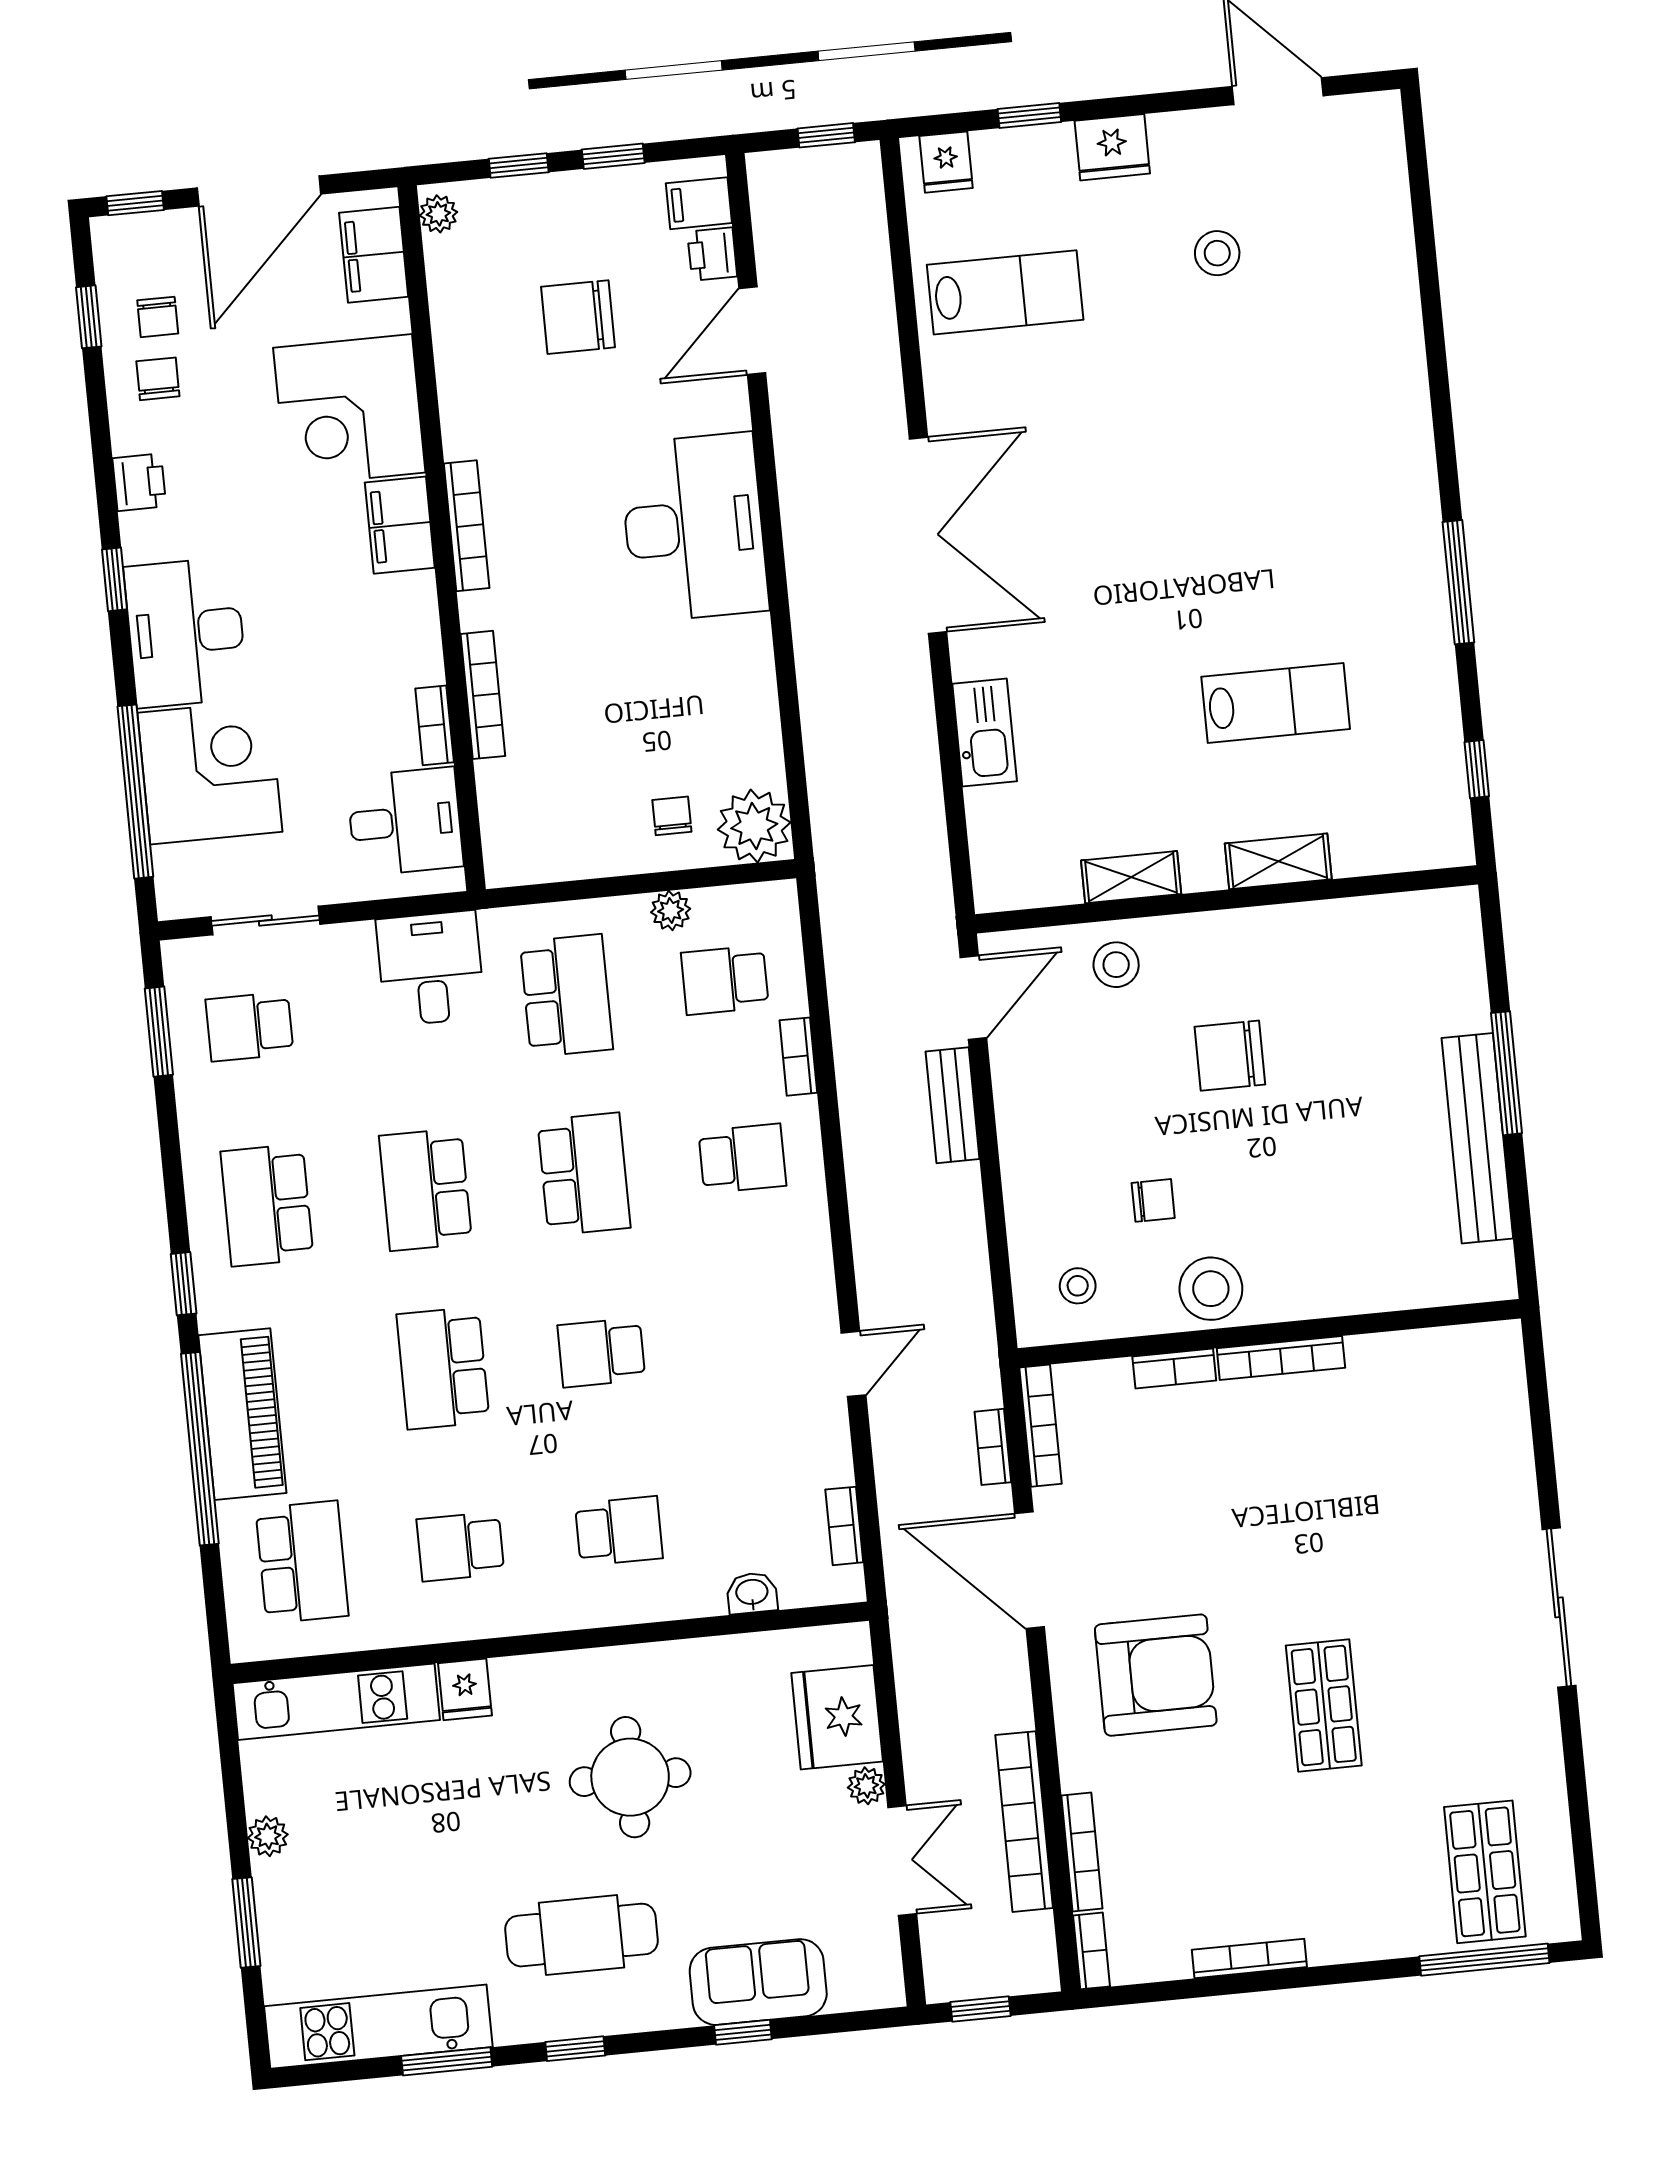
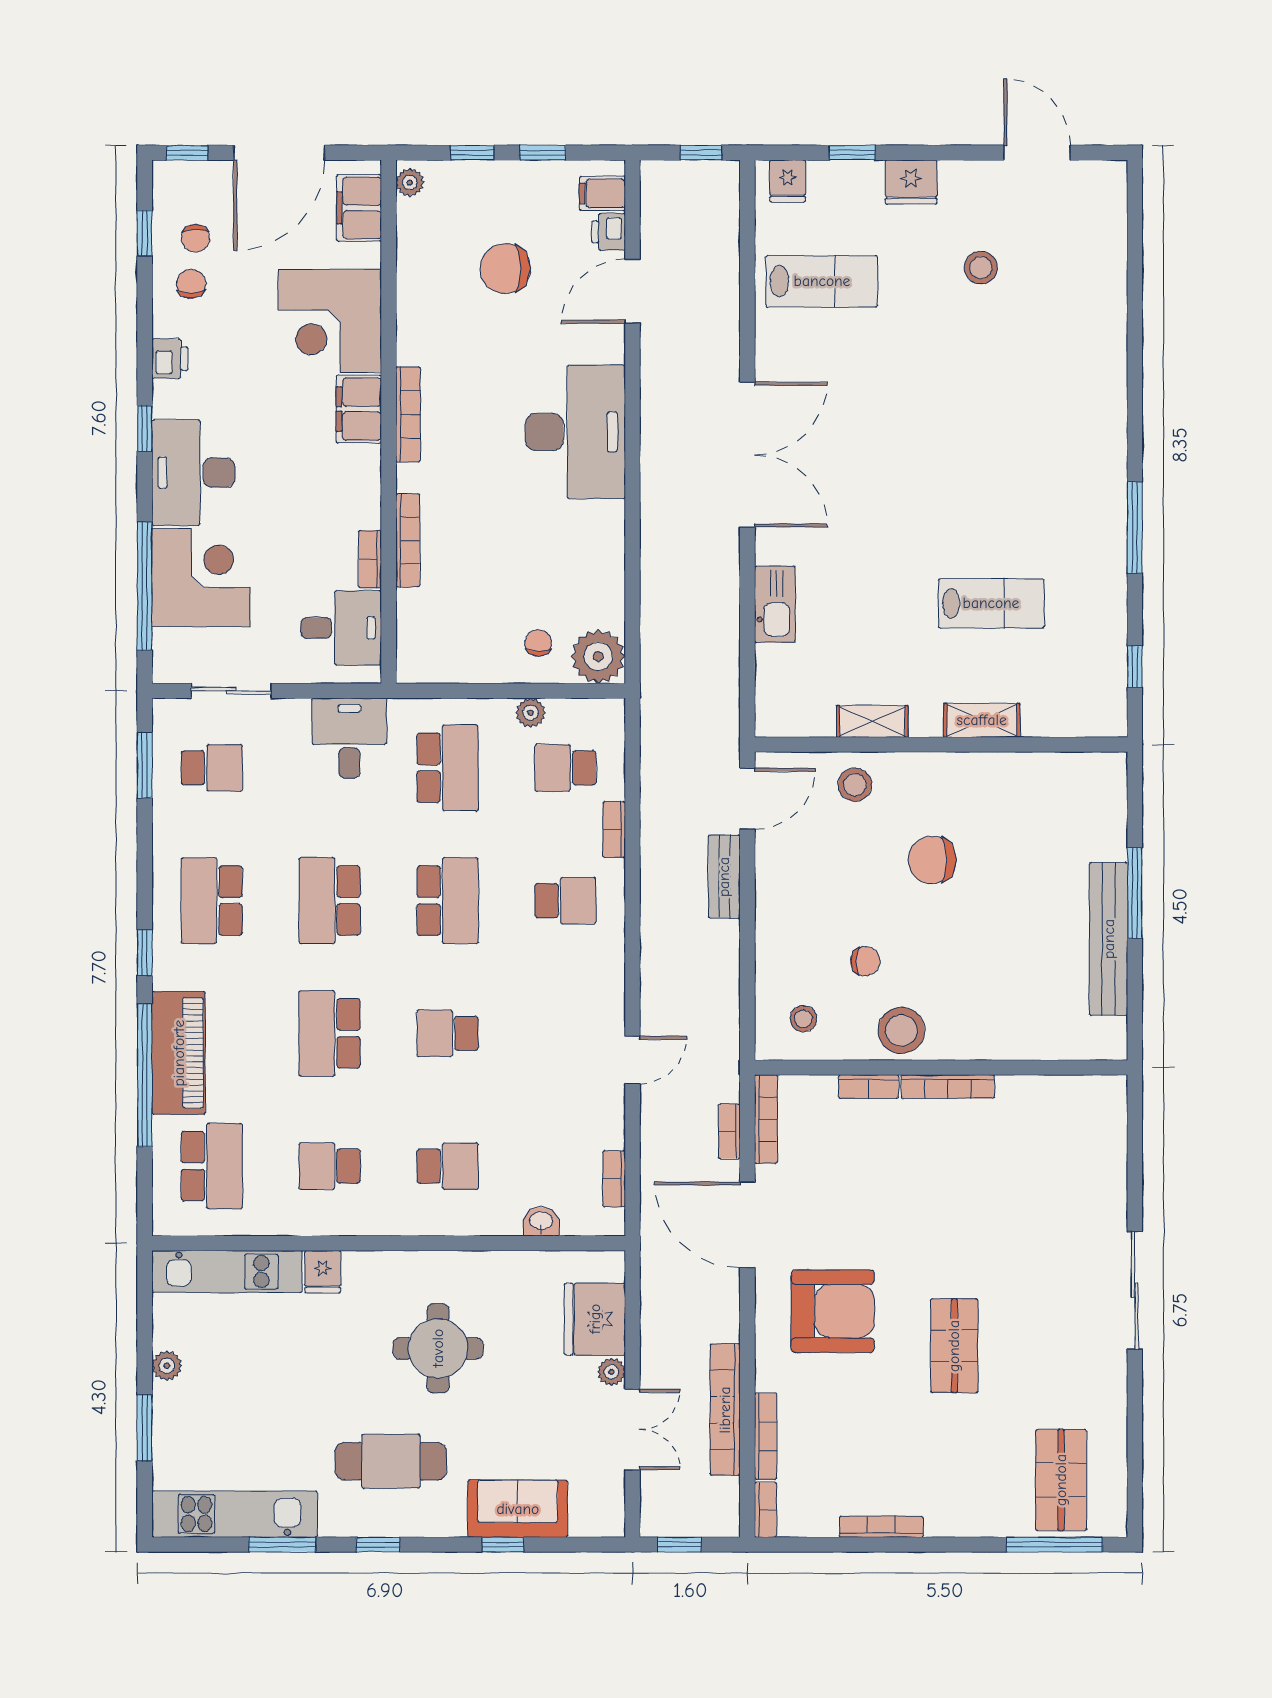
school desk: (249, 1027) -> (212, 768), turned 180

